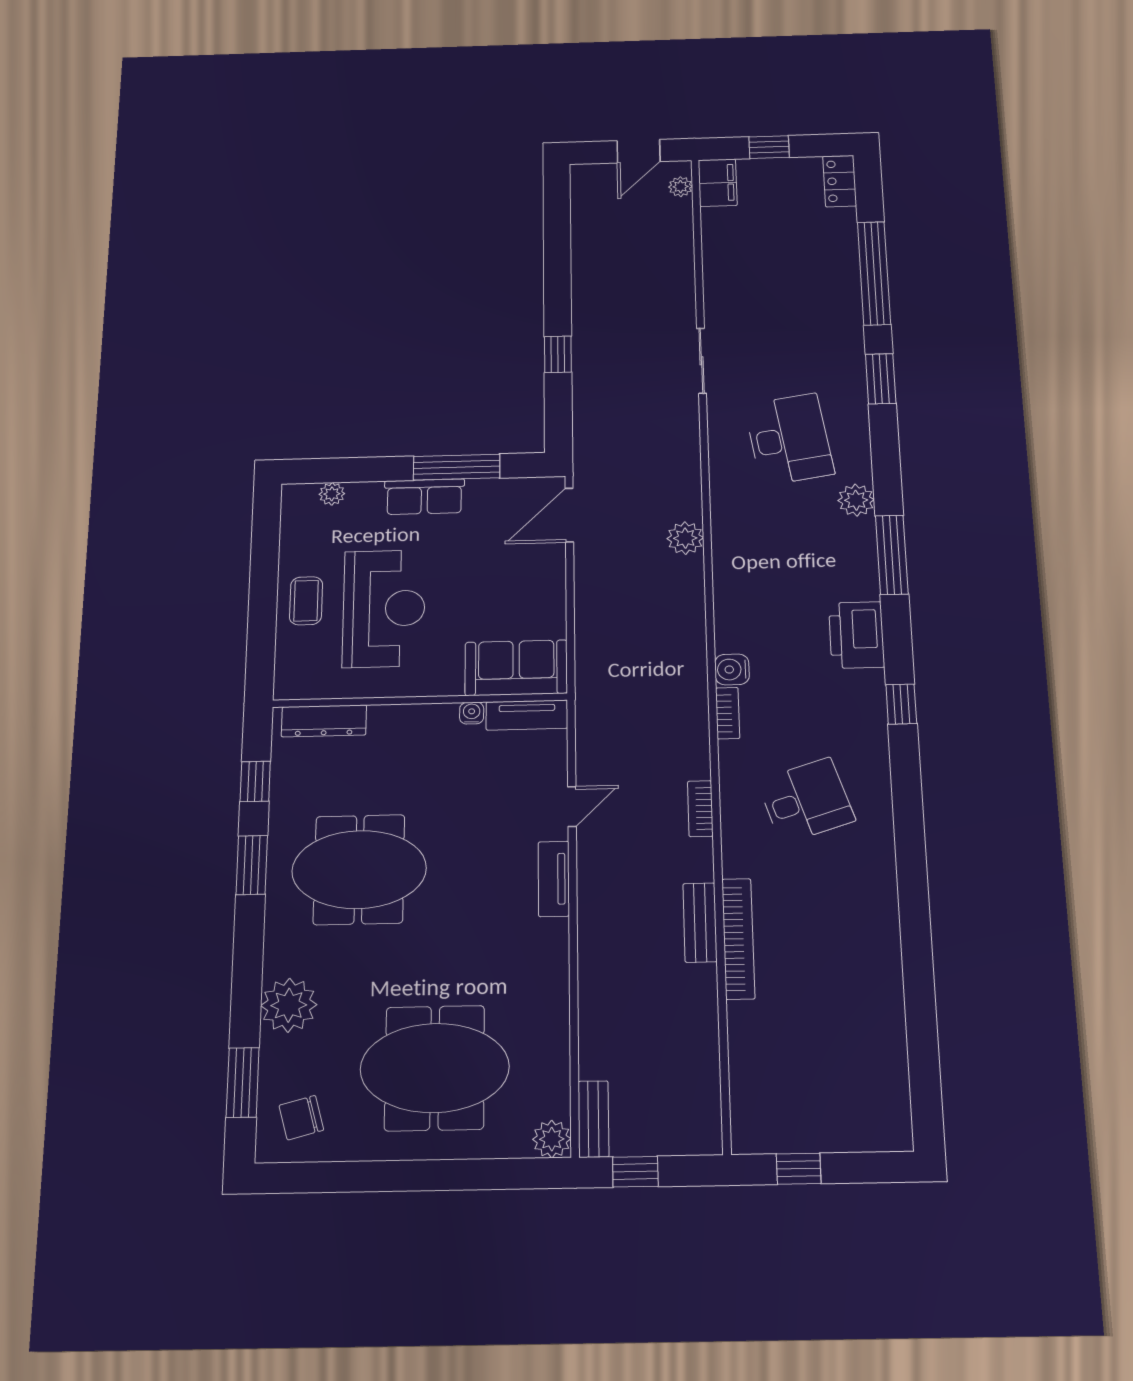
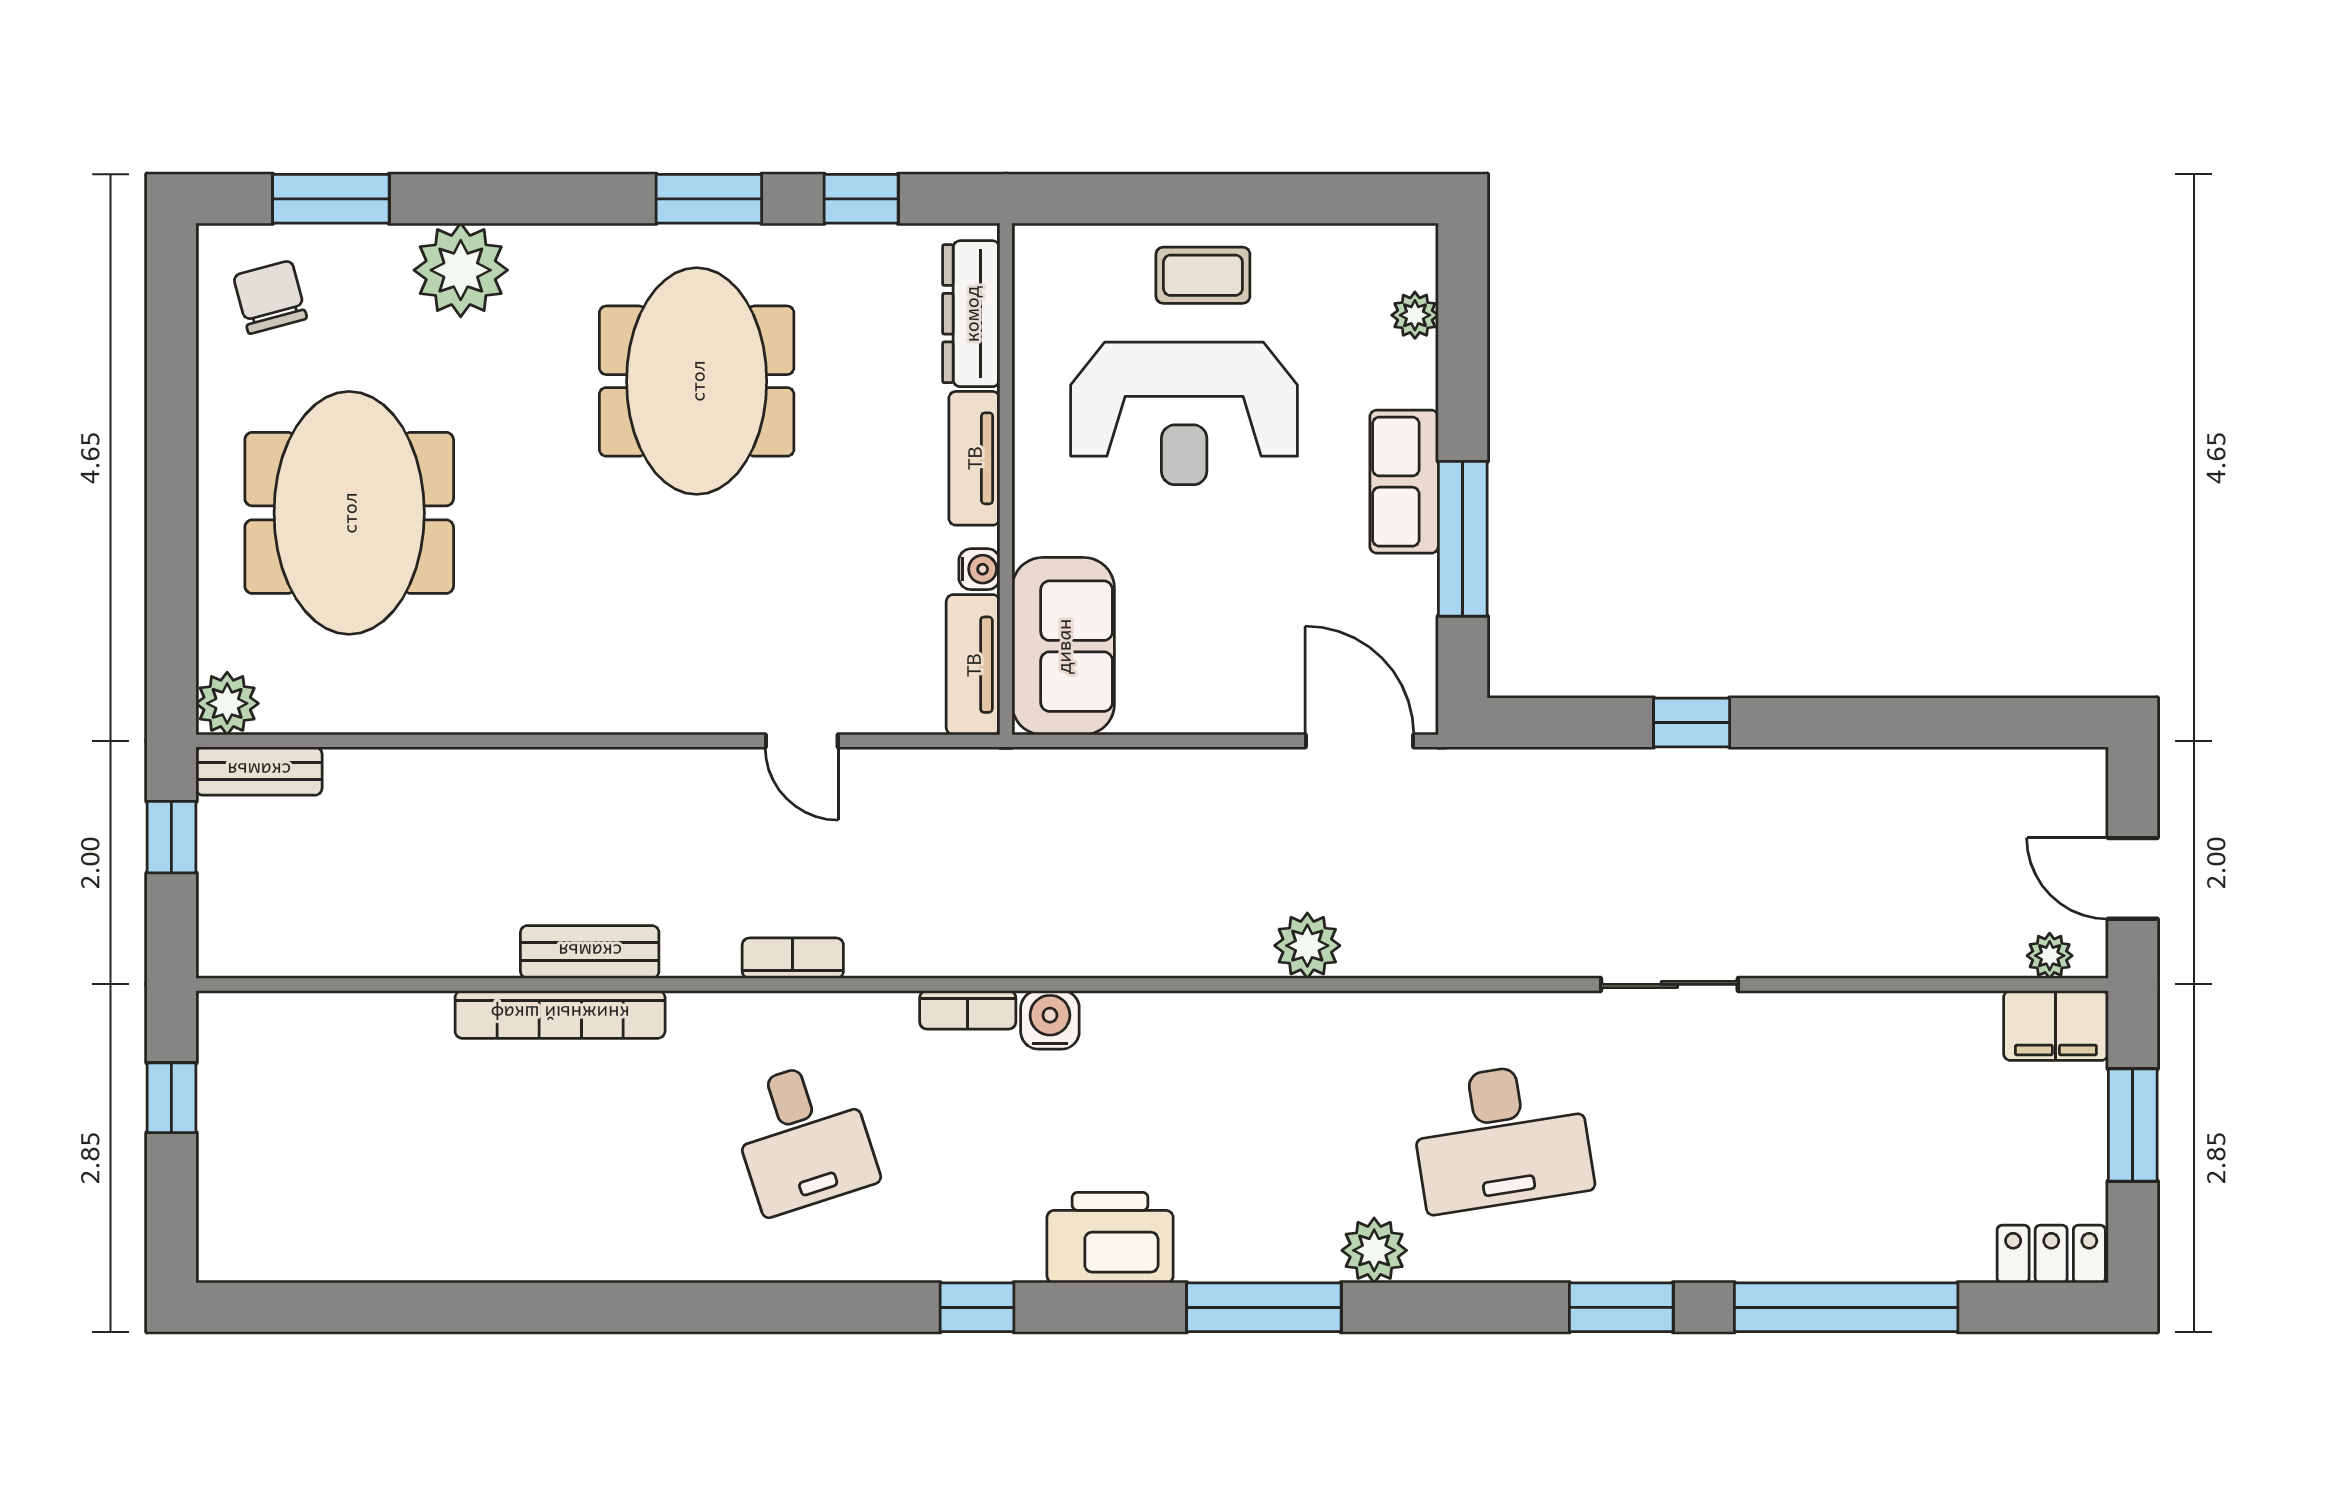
window: (769, 147) -> (2133, 1125), width x1.50
tv unit: (554, 879) -> (974, 458), moved, turned -90

